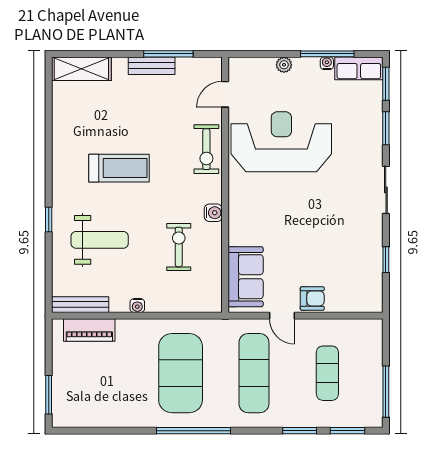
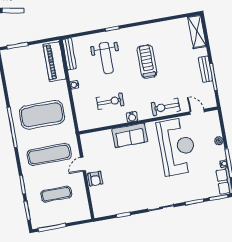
treadmill: (119, 168) -> (147, 62), turned 180
sofa: (246, 277) -> (130, 135), moved
piano: (89, 330) -> (54, 62), width x1.37, depth x1.33

